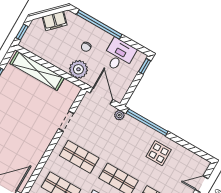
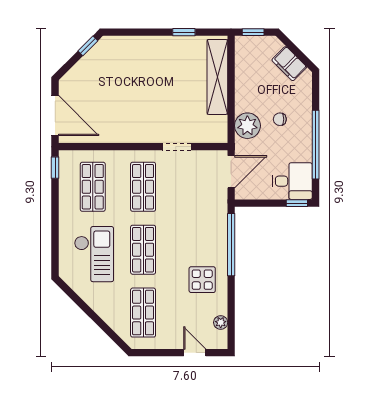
window: (99, 24) -> (316, 145), moved
desk: (119, 55) -> (292, 181), moved
plant: (119, 115) -> (221, 322), moved

